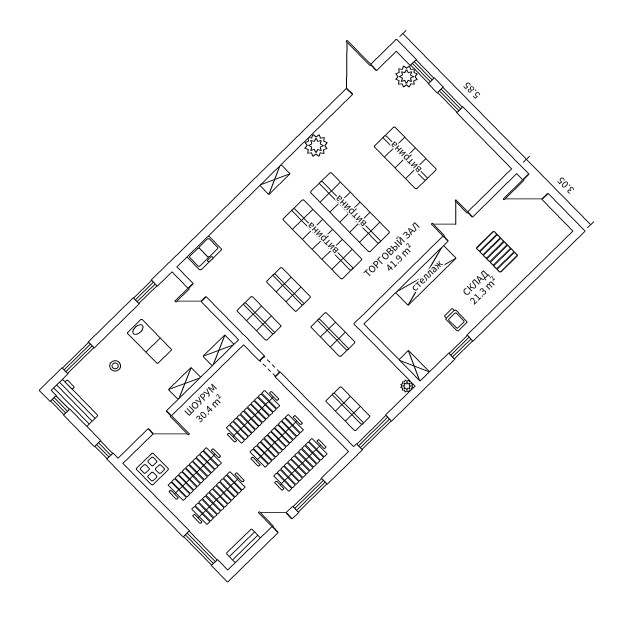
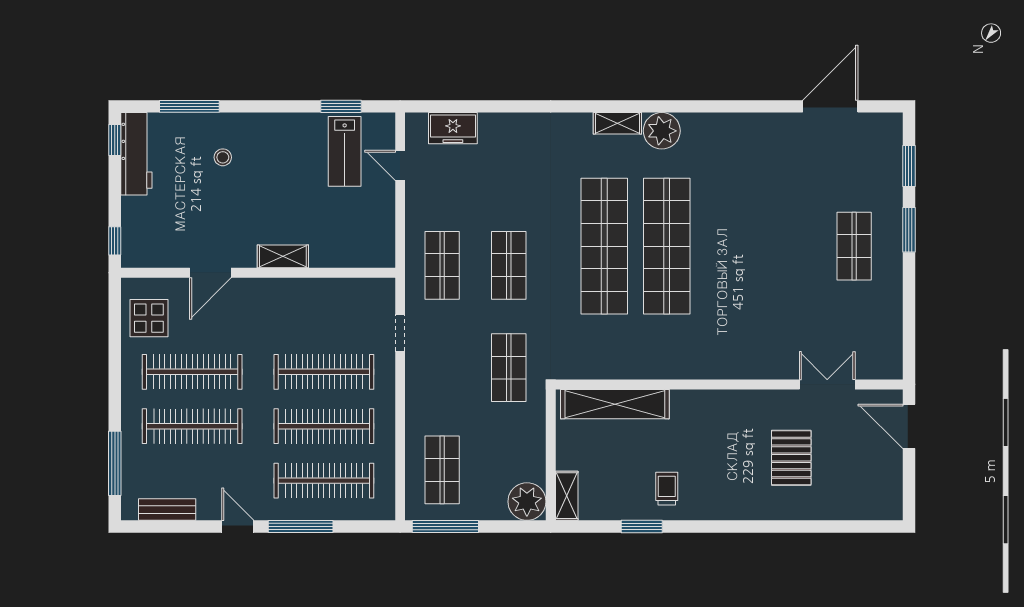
plant: (406, 77) -> (885, 154), removed
plant: (316, 145) -> (662, 131), moved
shop shelf: (405, 158) -> (854, 246), moved, width x0.70, depth x0.74
double door: (458, 226) -> (827, 384), moved
shelving: (426, 275) -> (615, 404), moved
trolley: (455, 320) -> (667, 489), turned 180
lab bench: (149, 341) -> (345, 151), moved
shelving: (219, 351) -> (359, 257), removed
plant: (407, 386) -> (527, 502), width x1.88, depth x1.88
door: (160, 422) -> (210, 273), hinge flipped

